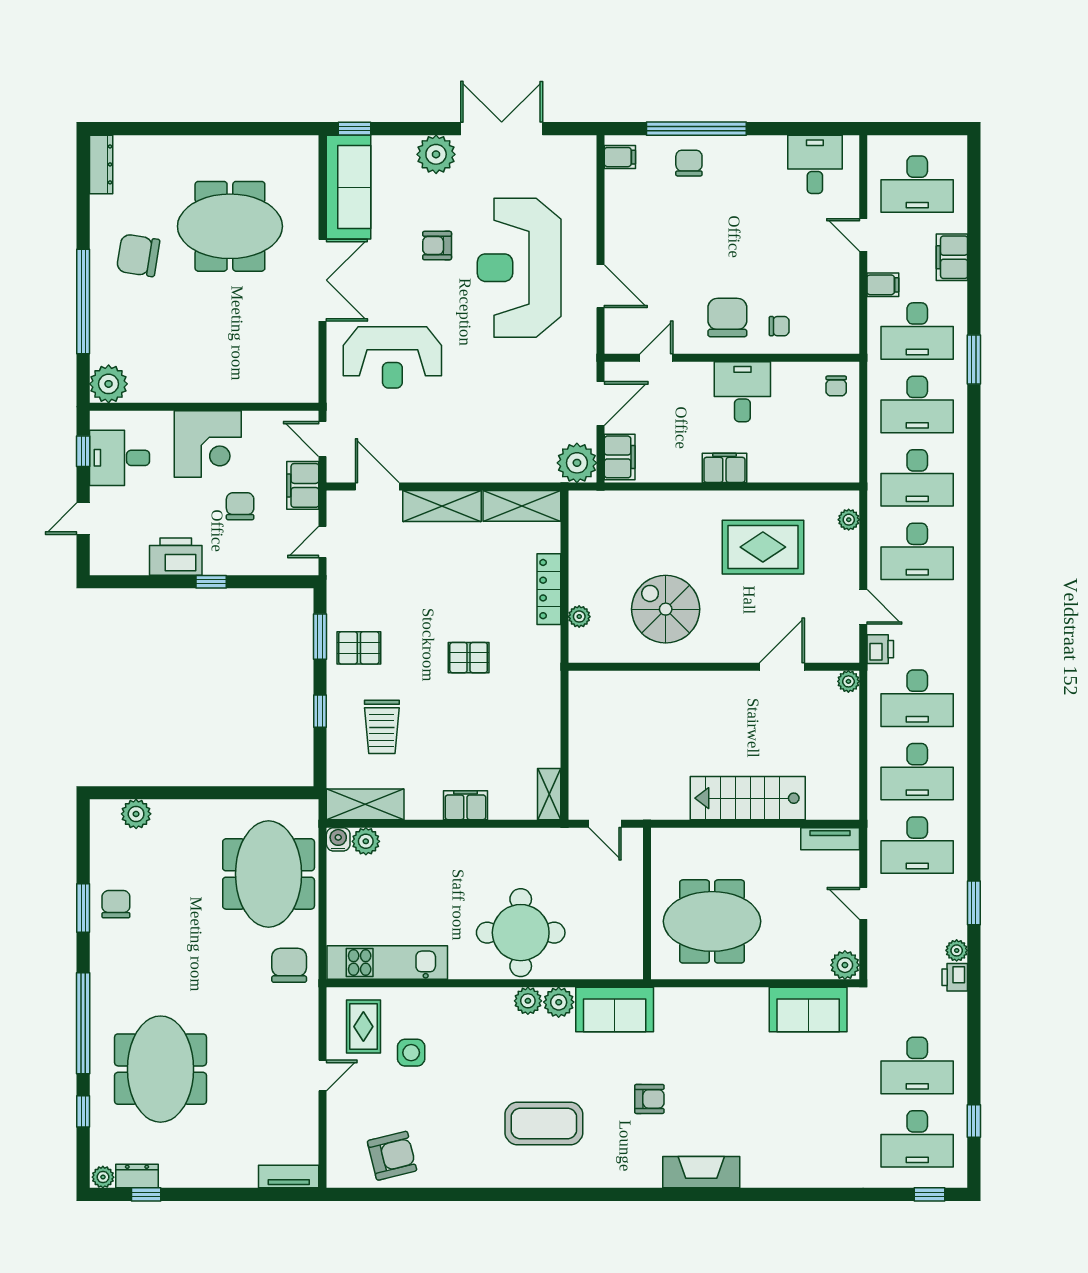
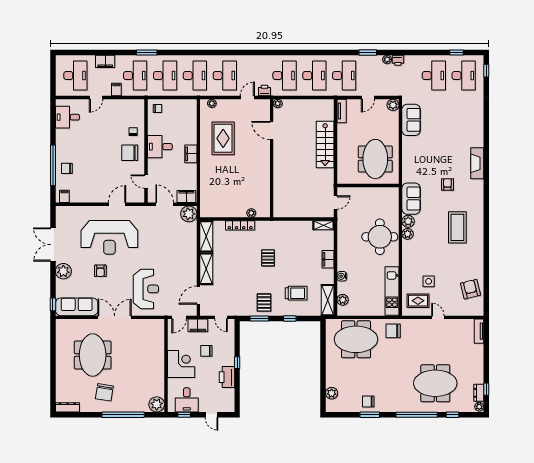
spiral stairs: (666, 609) -> (248, 178), removed
water cooler: (338, 839) -> (342, 276), moved

